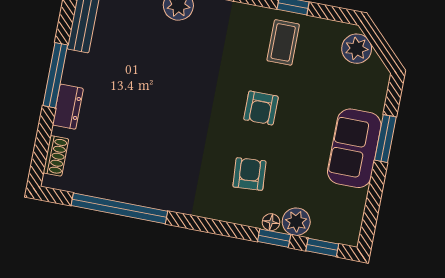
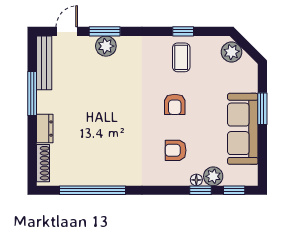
window: (55, 75) -> (32, 93), moved
sofa: (354, 148) -> (243, 129), width x1.36
shoe rack: (56, 156) -> (43, 163), width x1.43
armchair: (249, 174) -> (176, 150), turned -86

